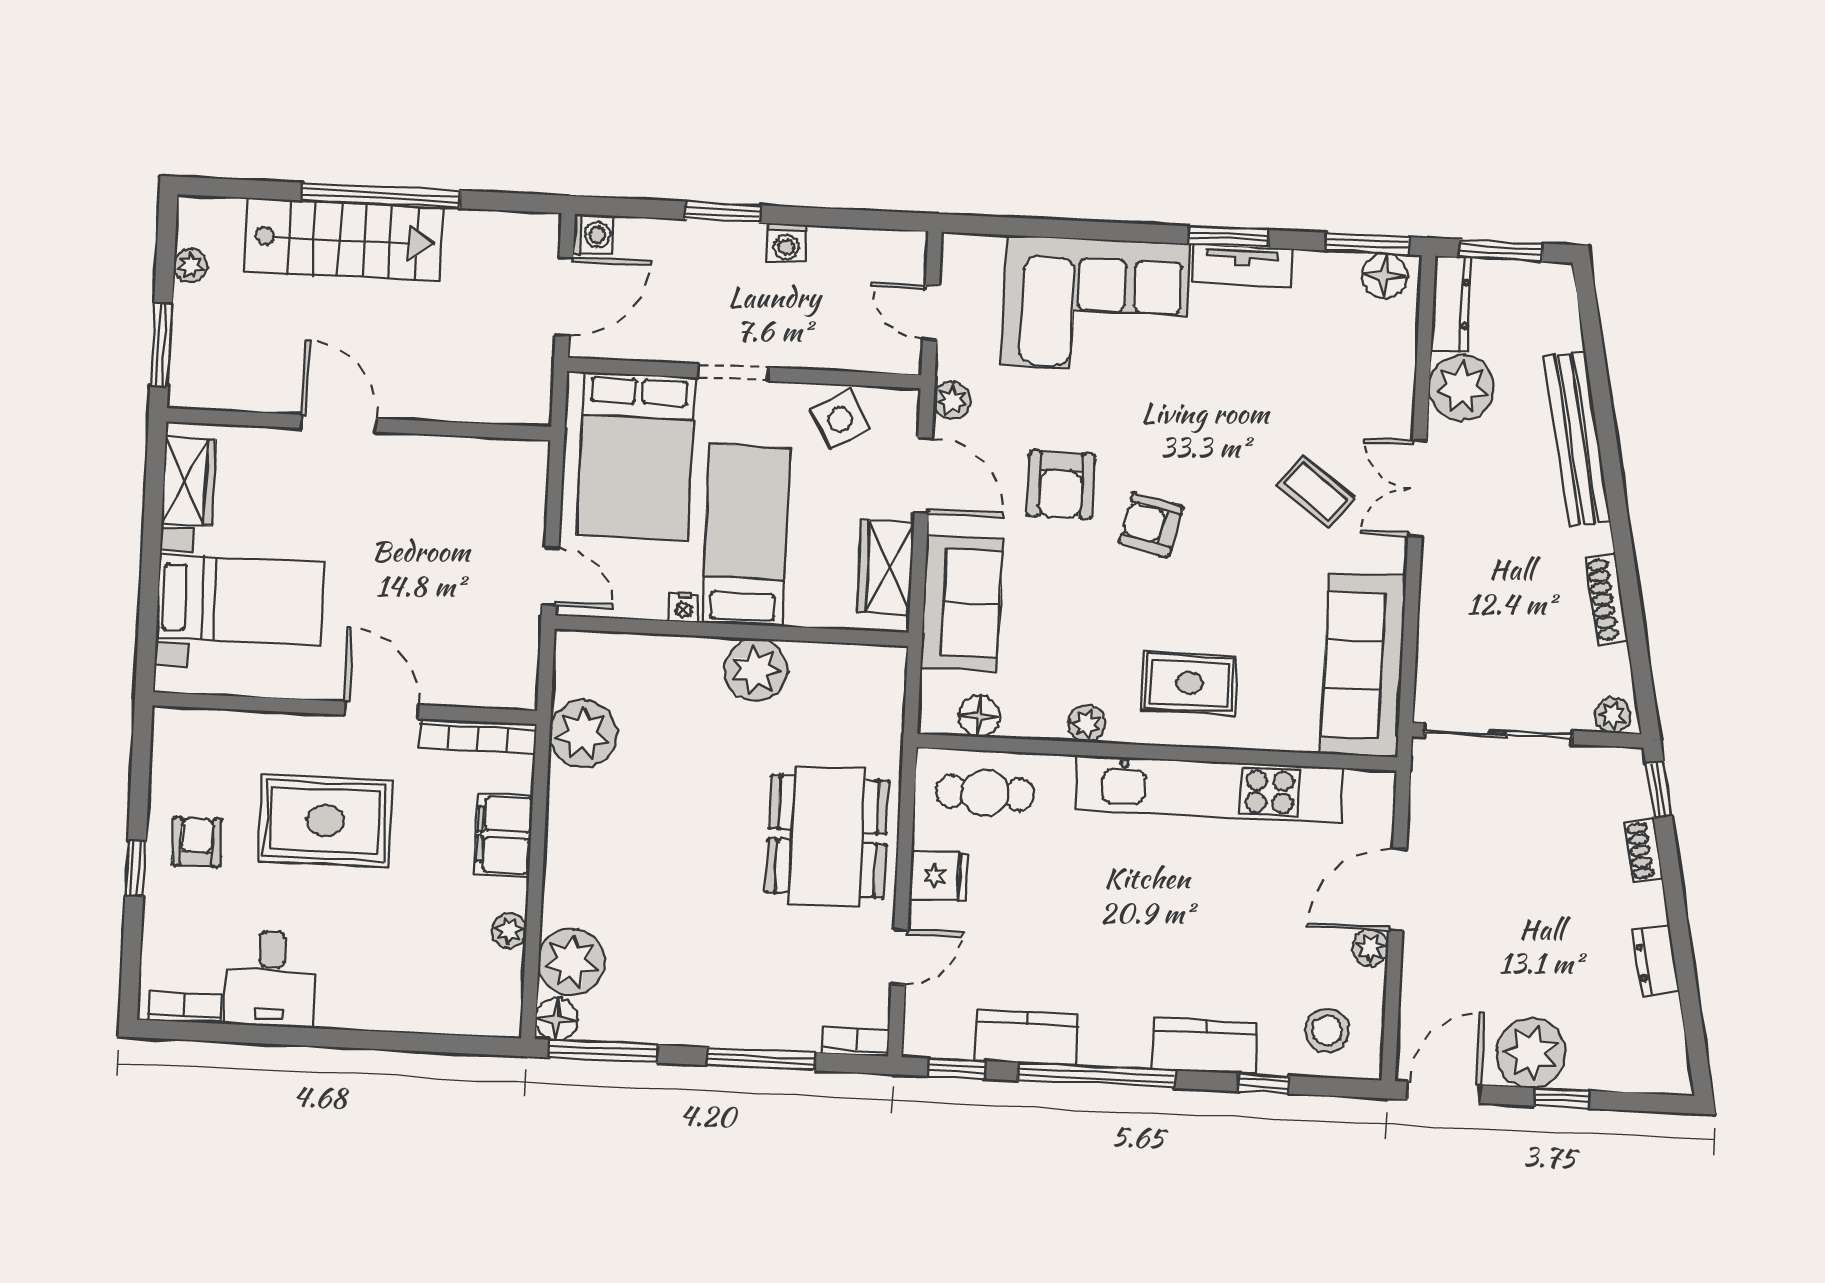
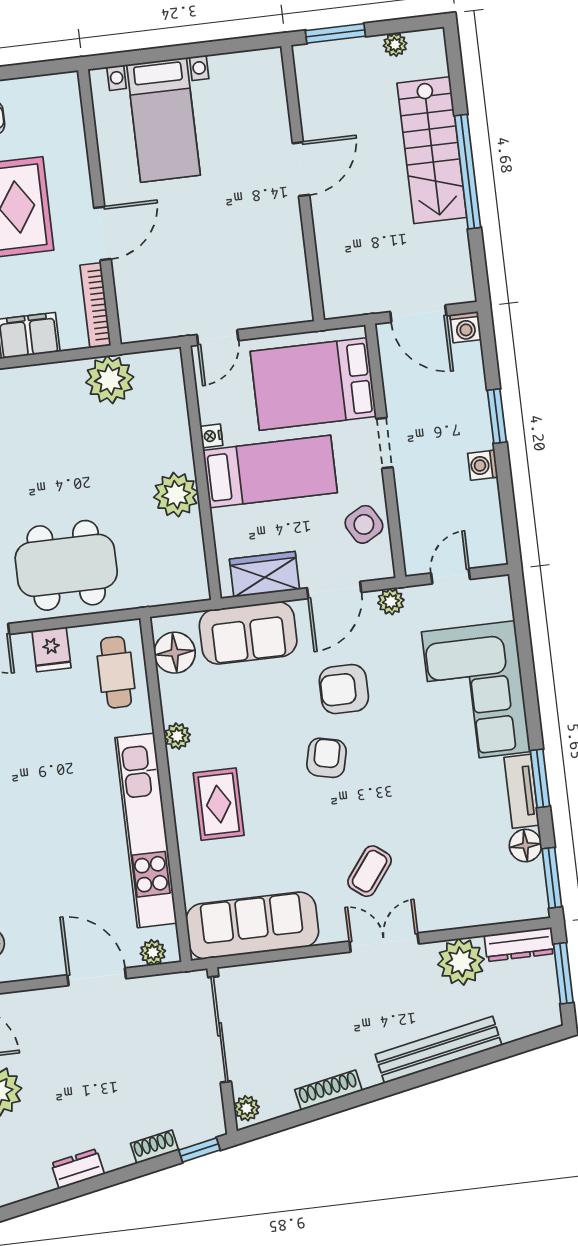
floor lamp: (1385, 276) -> (525, 845), moved
wardrobe: (188, 481) -> (242, 69), removed
floor lamp: (979, 716) -> (175, 653), width x1.38, depth x1.38
plant: (1370, 948) -> (153, 952), moved

